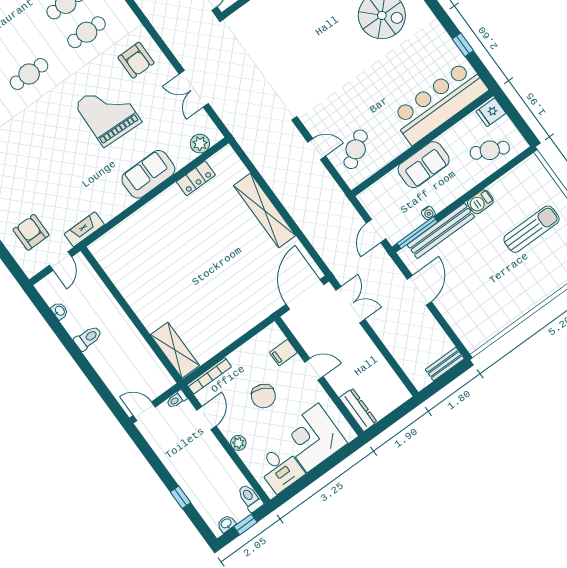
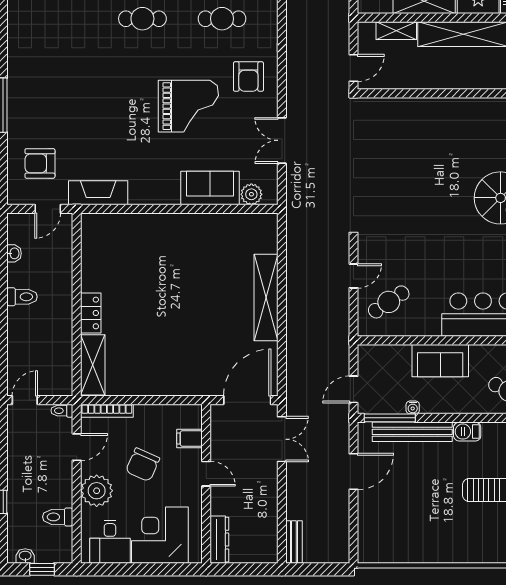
grand piano: (108, 113) -> (188, 106), turned 88
door: (317, 149) -> (353, 276), hinge flipped
sofa: (148, 174) -> (210, 188), moved
locker: (196, 178) -> (91, 313), moved, turned -90
fireplace: (84, 229) -> (98, 193), width x1.37, depth x1.32
armchair: (31, 232) -> (40, 163), turned -90
bench: (445, 364) -> (294, 542), moved, turned 90
door: (144, 411) -> (25, 400), hinge flipped
plant: (238, 443) -> (97, 491), width x1.87, depth x1.87
toilet: (250, 498) -> (58, 517), moved, turned -90

